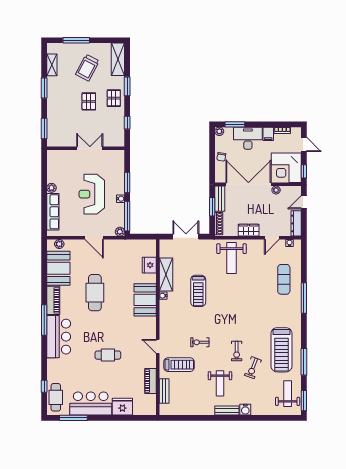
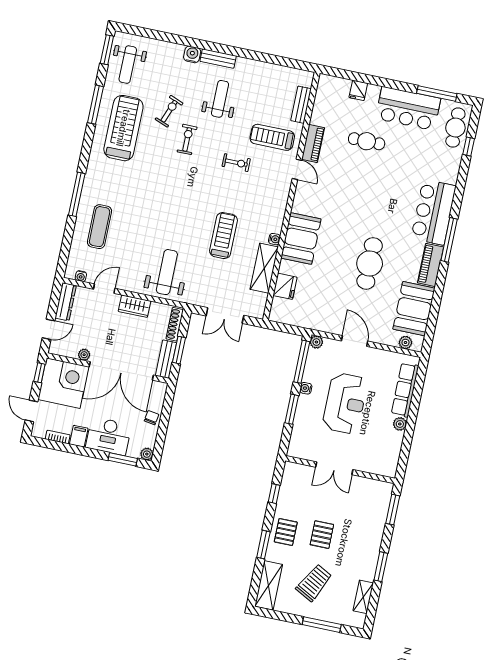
cafe table: (108, 355) -> (367, 141), moved
piano: (150, 381) -> (313, 144), moved
fridge: (122, 407) -> (358, 90), width x0.53, depth x0.75

